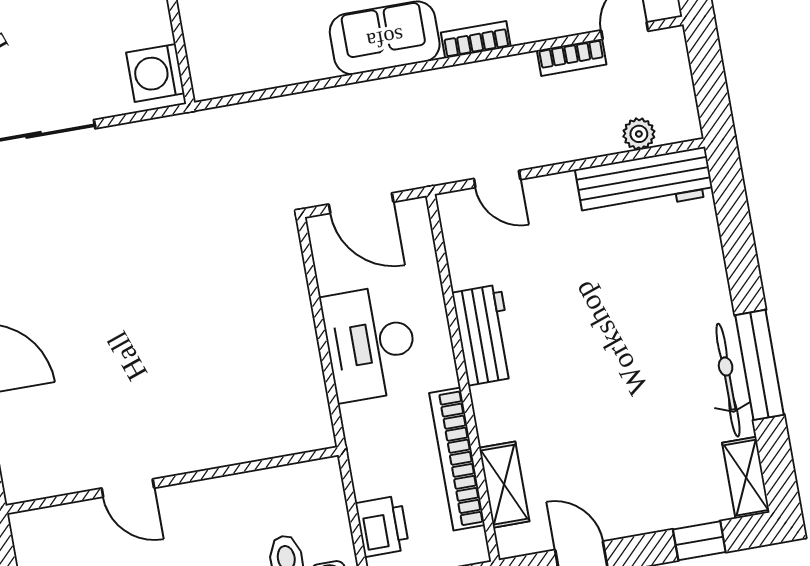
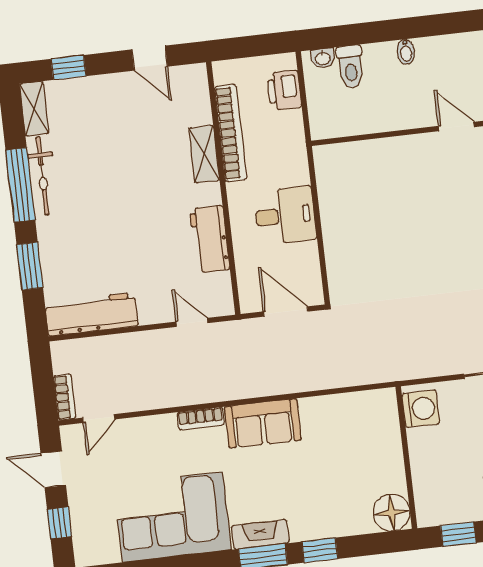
bookcase: (572, 57) -> (65, 397), moved, turned 90
plant: (639, 134) -> (93, 347), removed
window: (739, 247) -> (30, 266), added
workbench: (484, 335) -> (210, 239), moved
desk: (370, 343) -> (285, 215), width x0.73
shelving: (504, 485) -> (204, 154), moved

